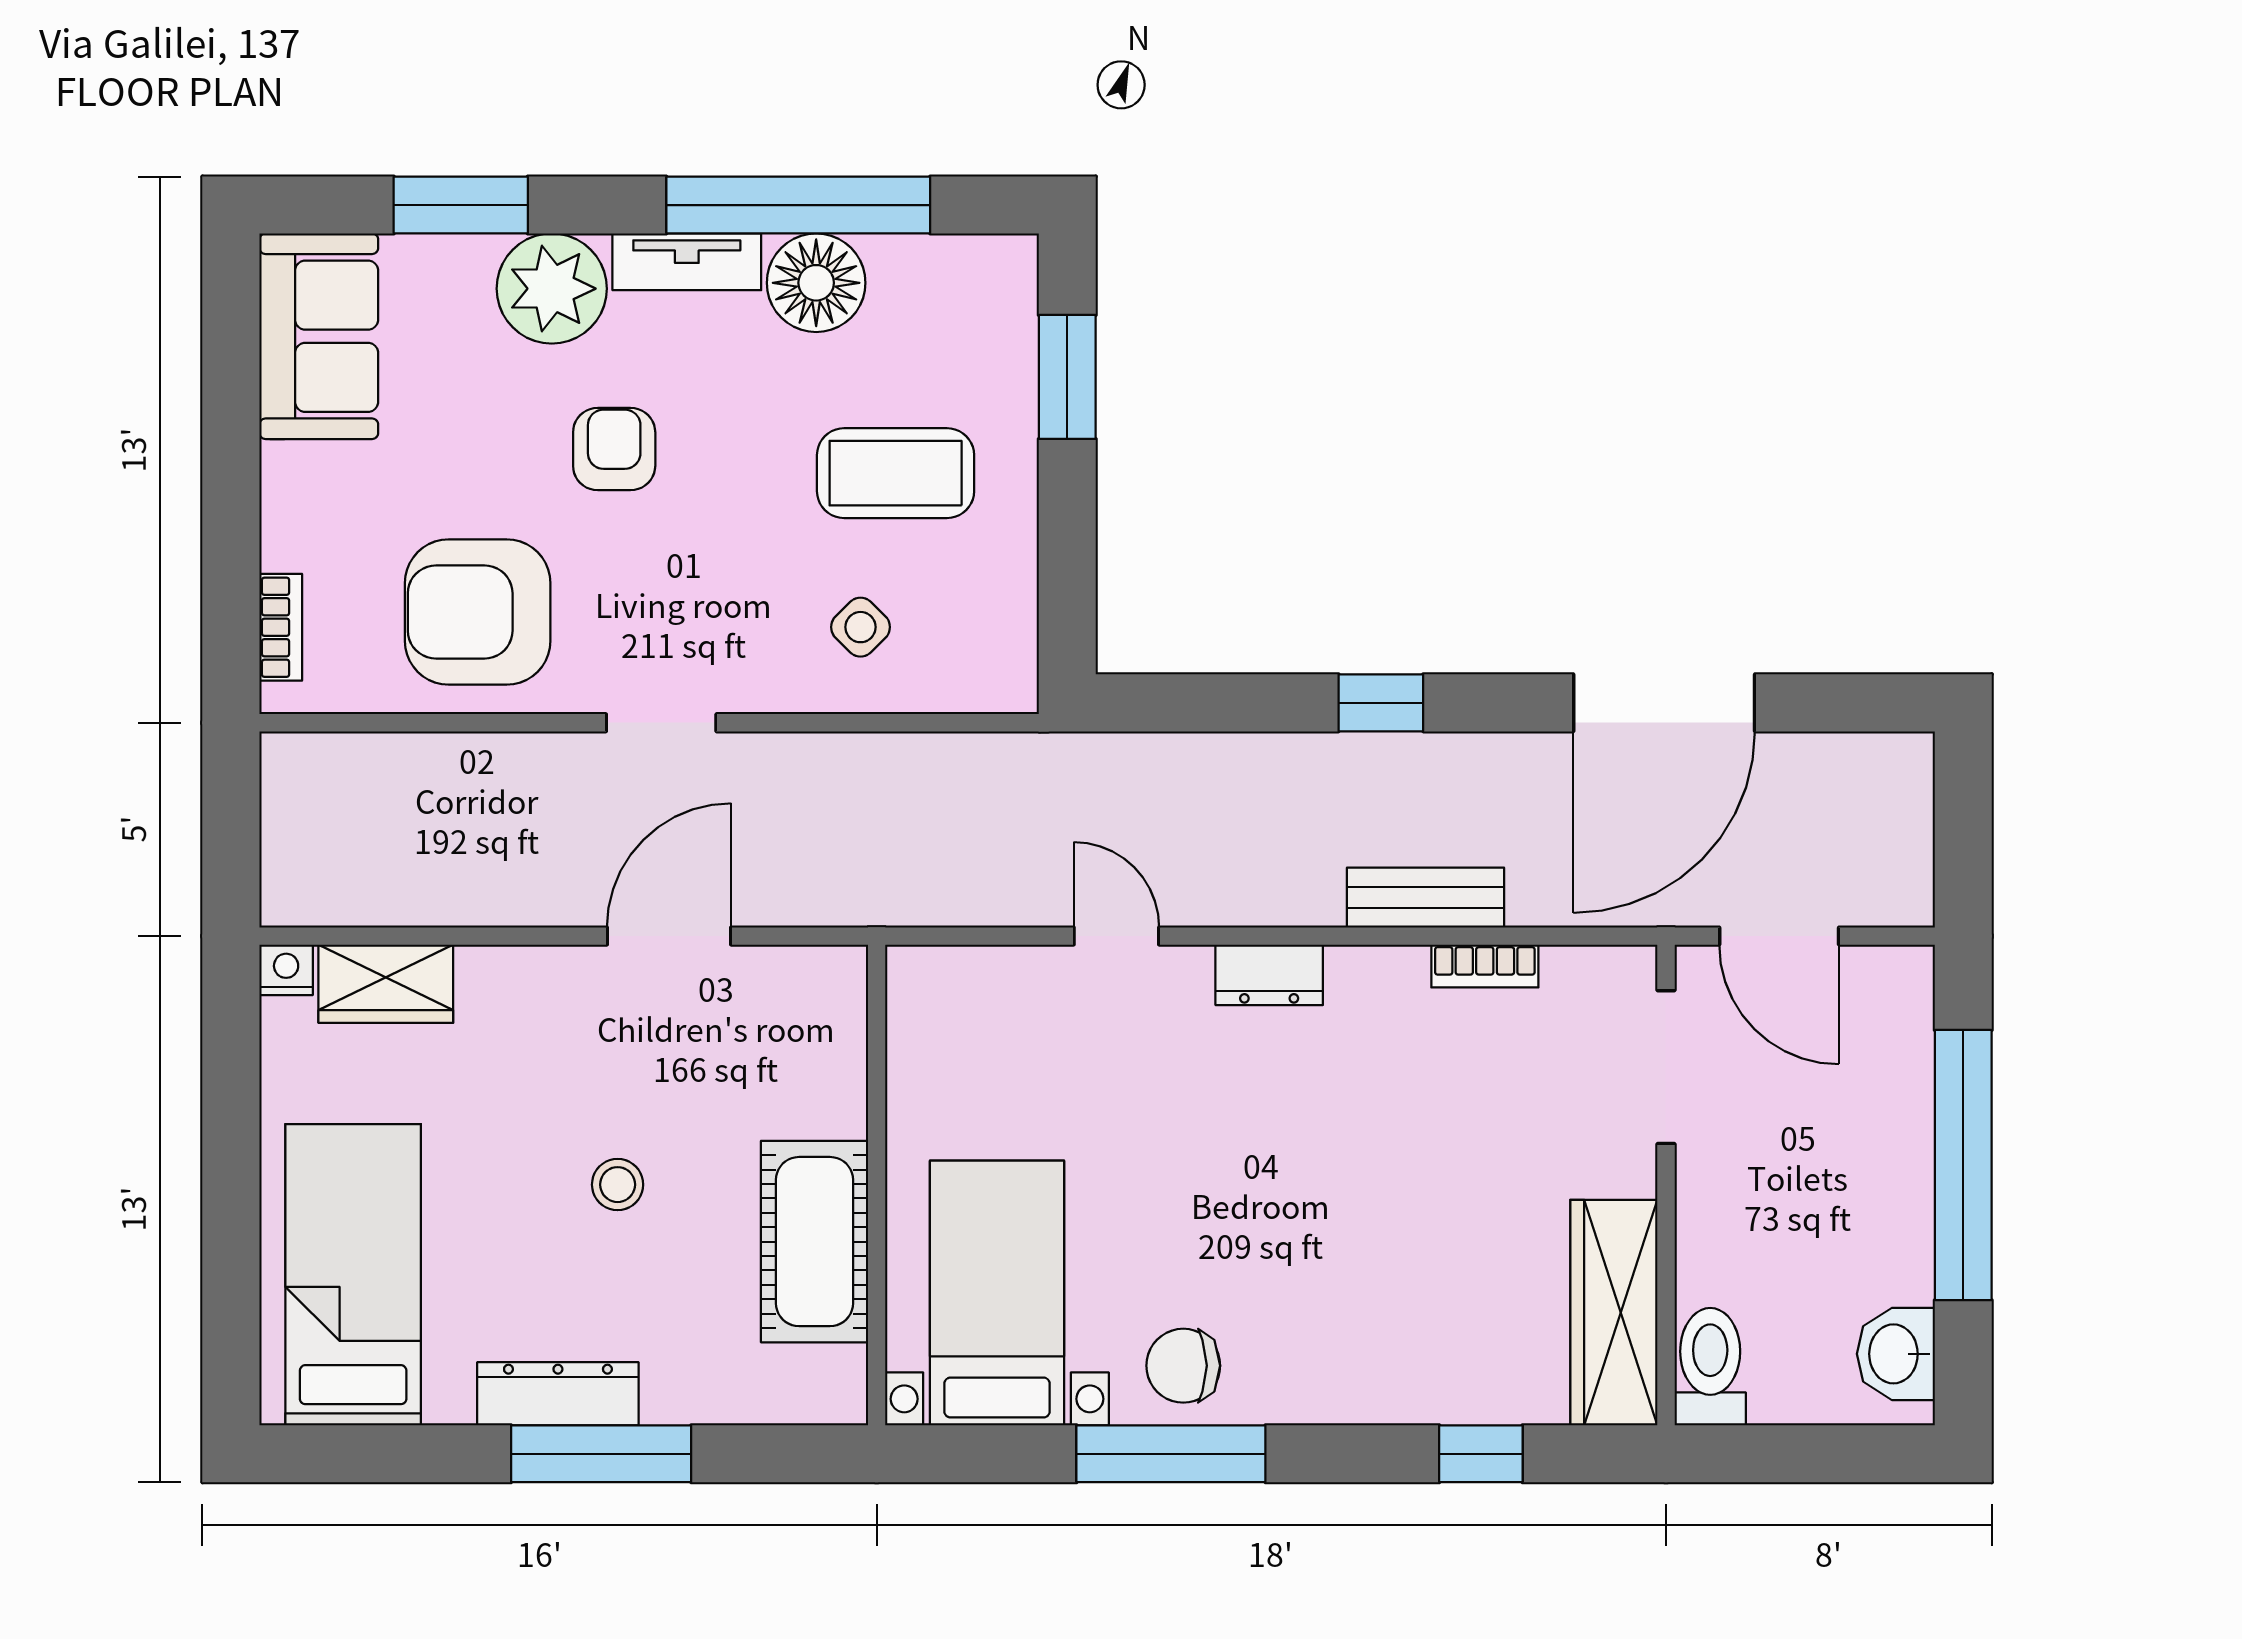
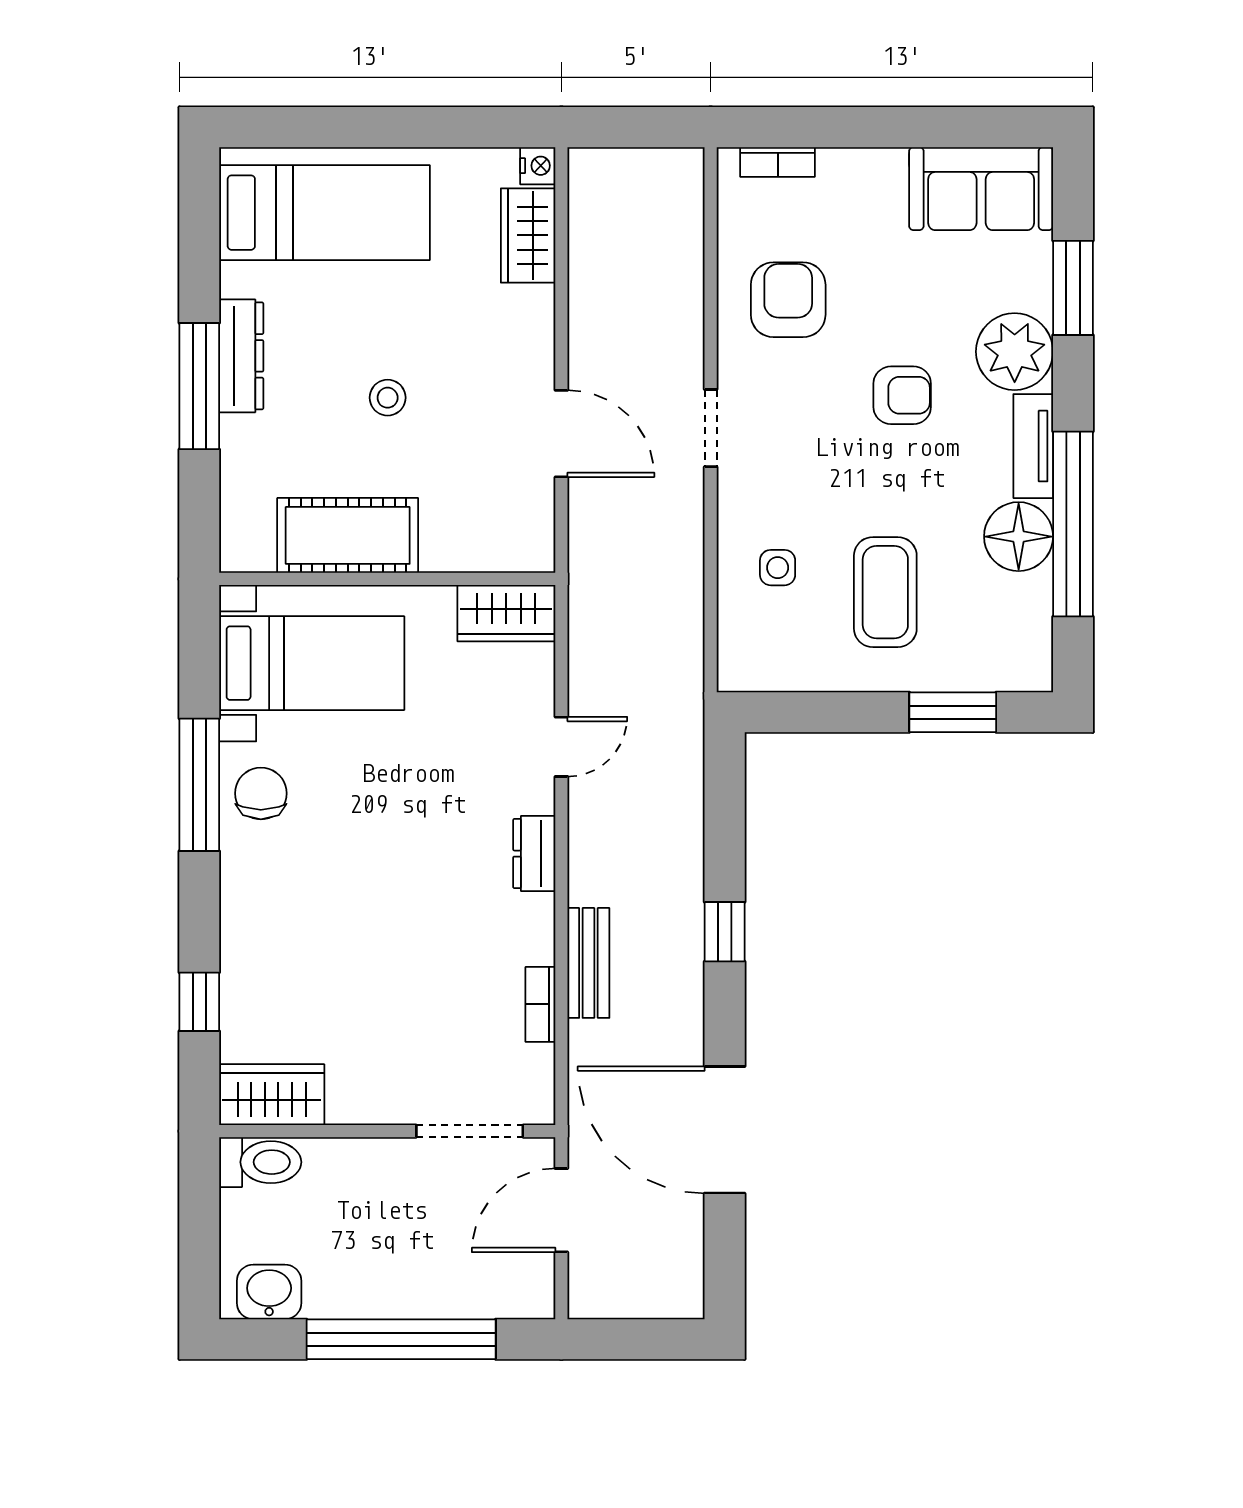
armchair: (478, 612) -> (788, 300), width x0.73, depth x0.73
side table: (861, 627) -> (778, 568), turned 45
wardrobe: (926, 1015) -> (506, 613), added
wardrobe: (1614, 1313) -> (272, 1095), width x0.67

